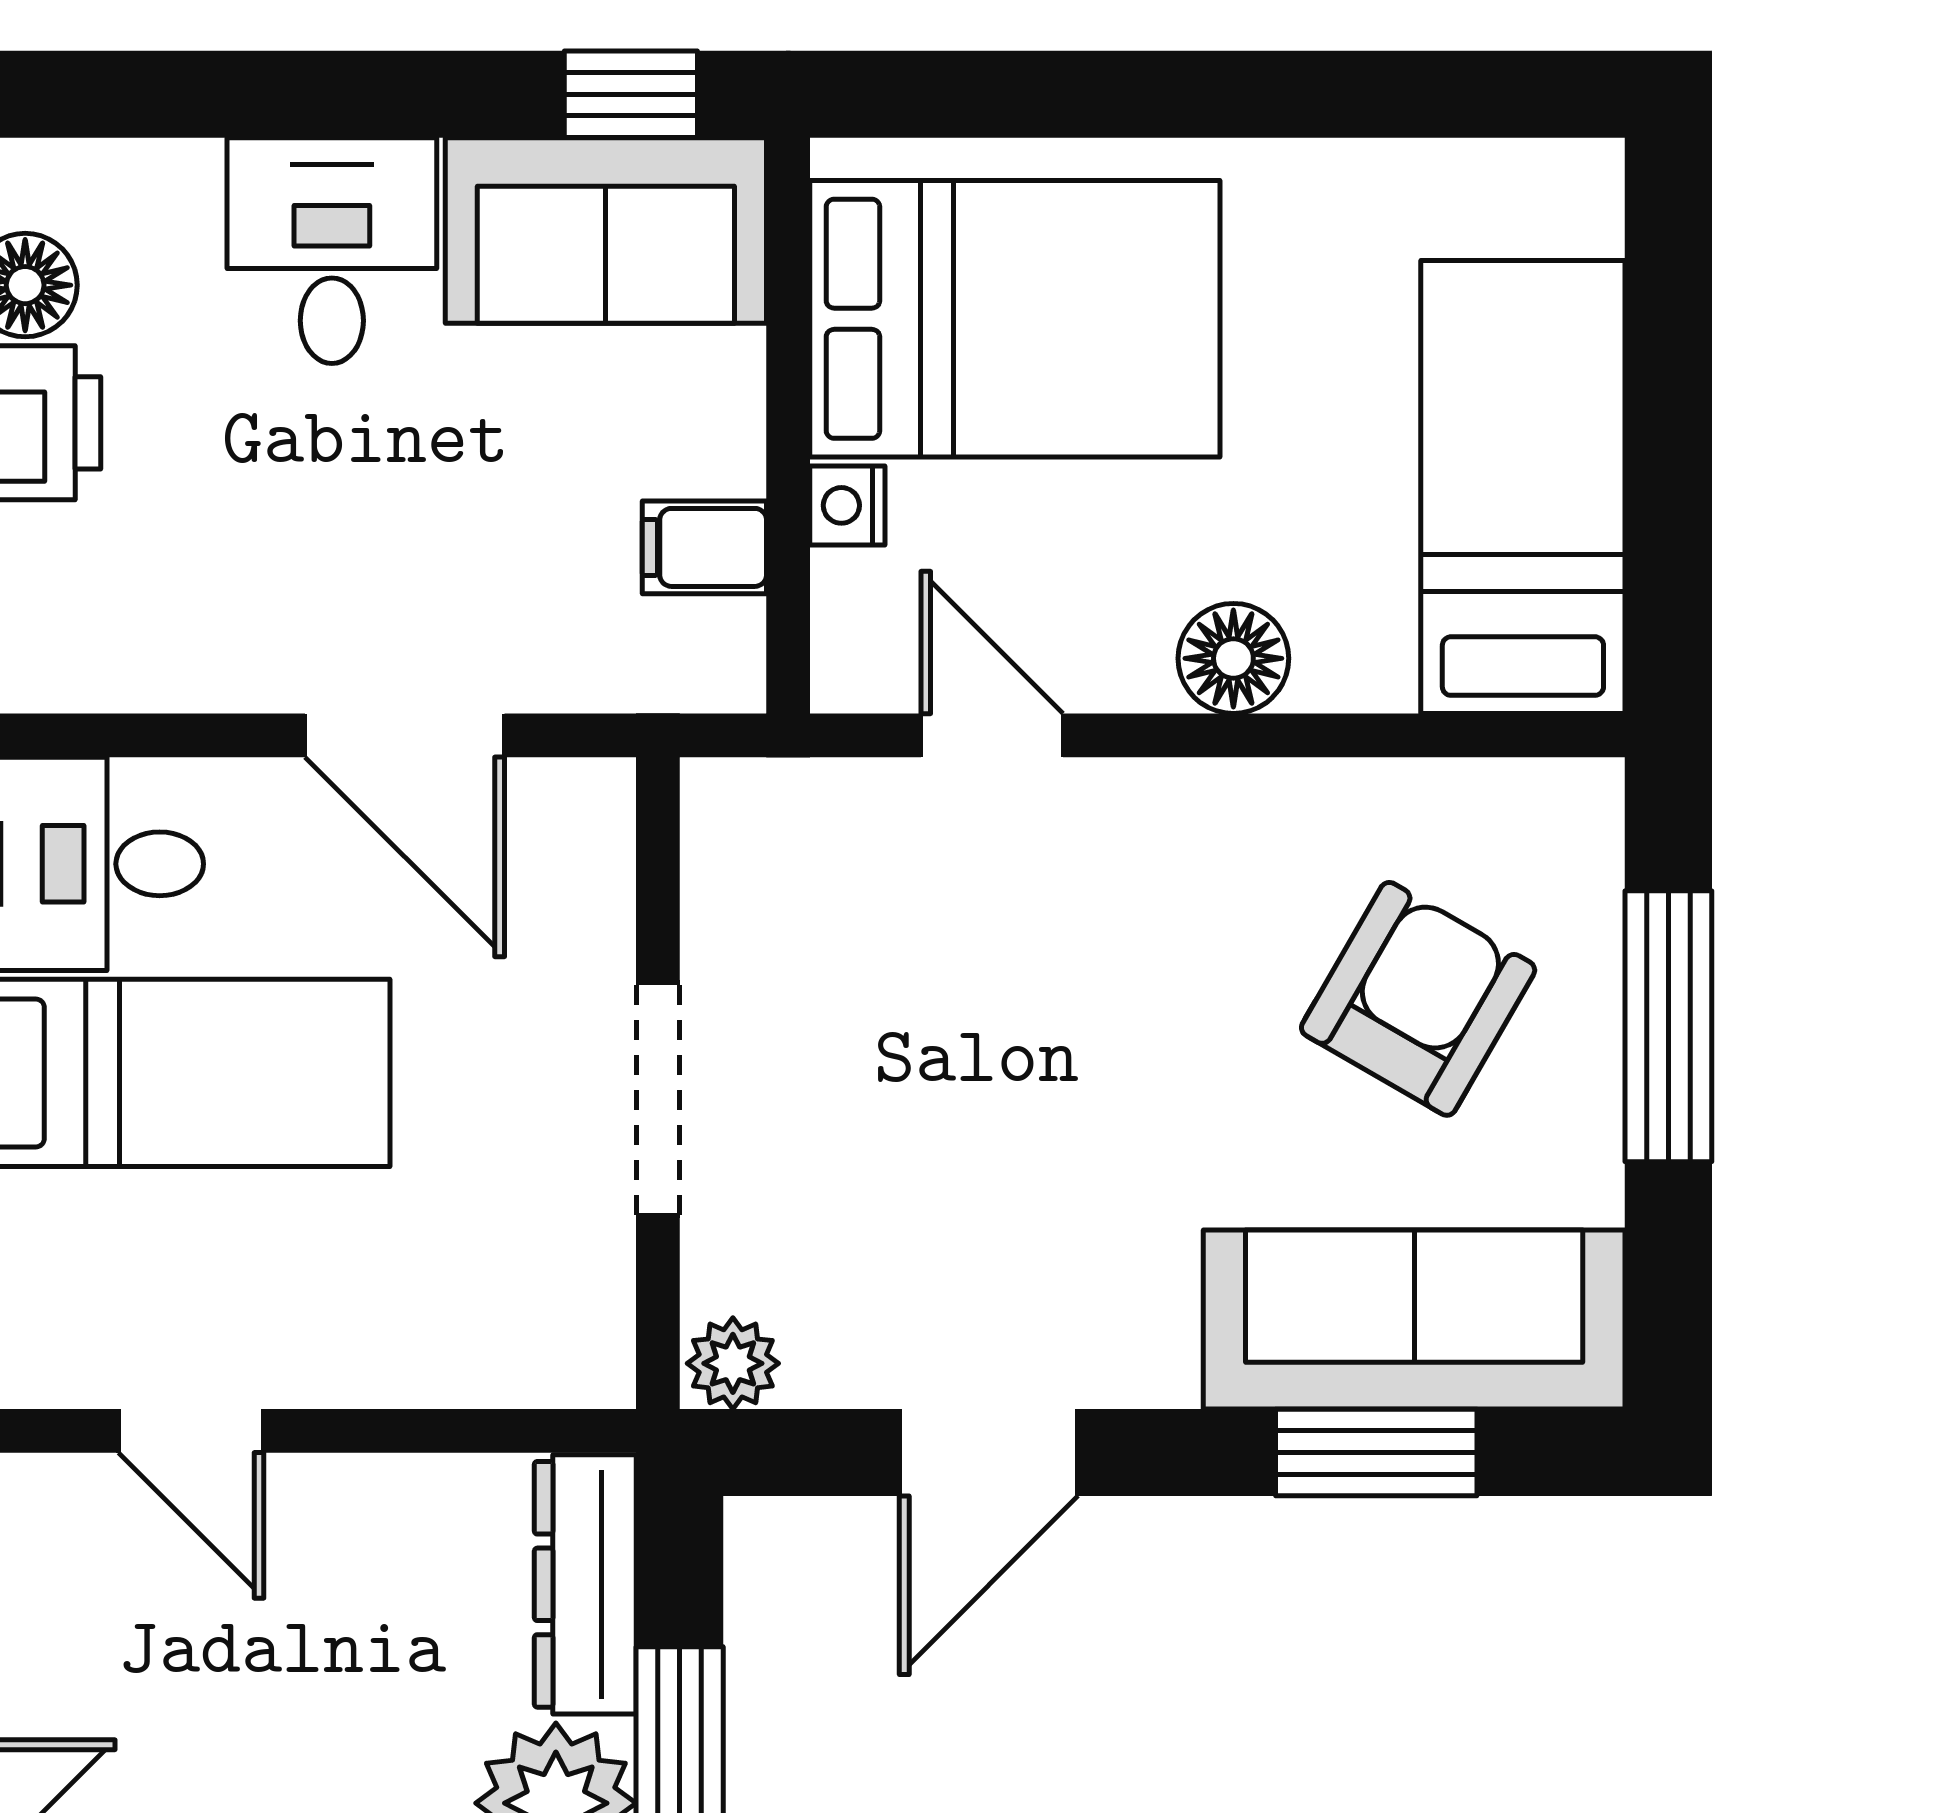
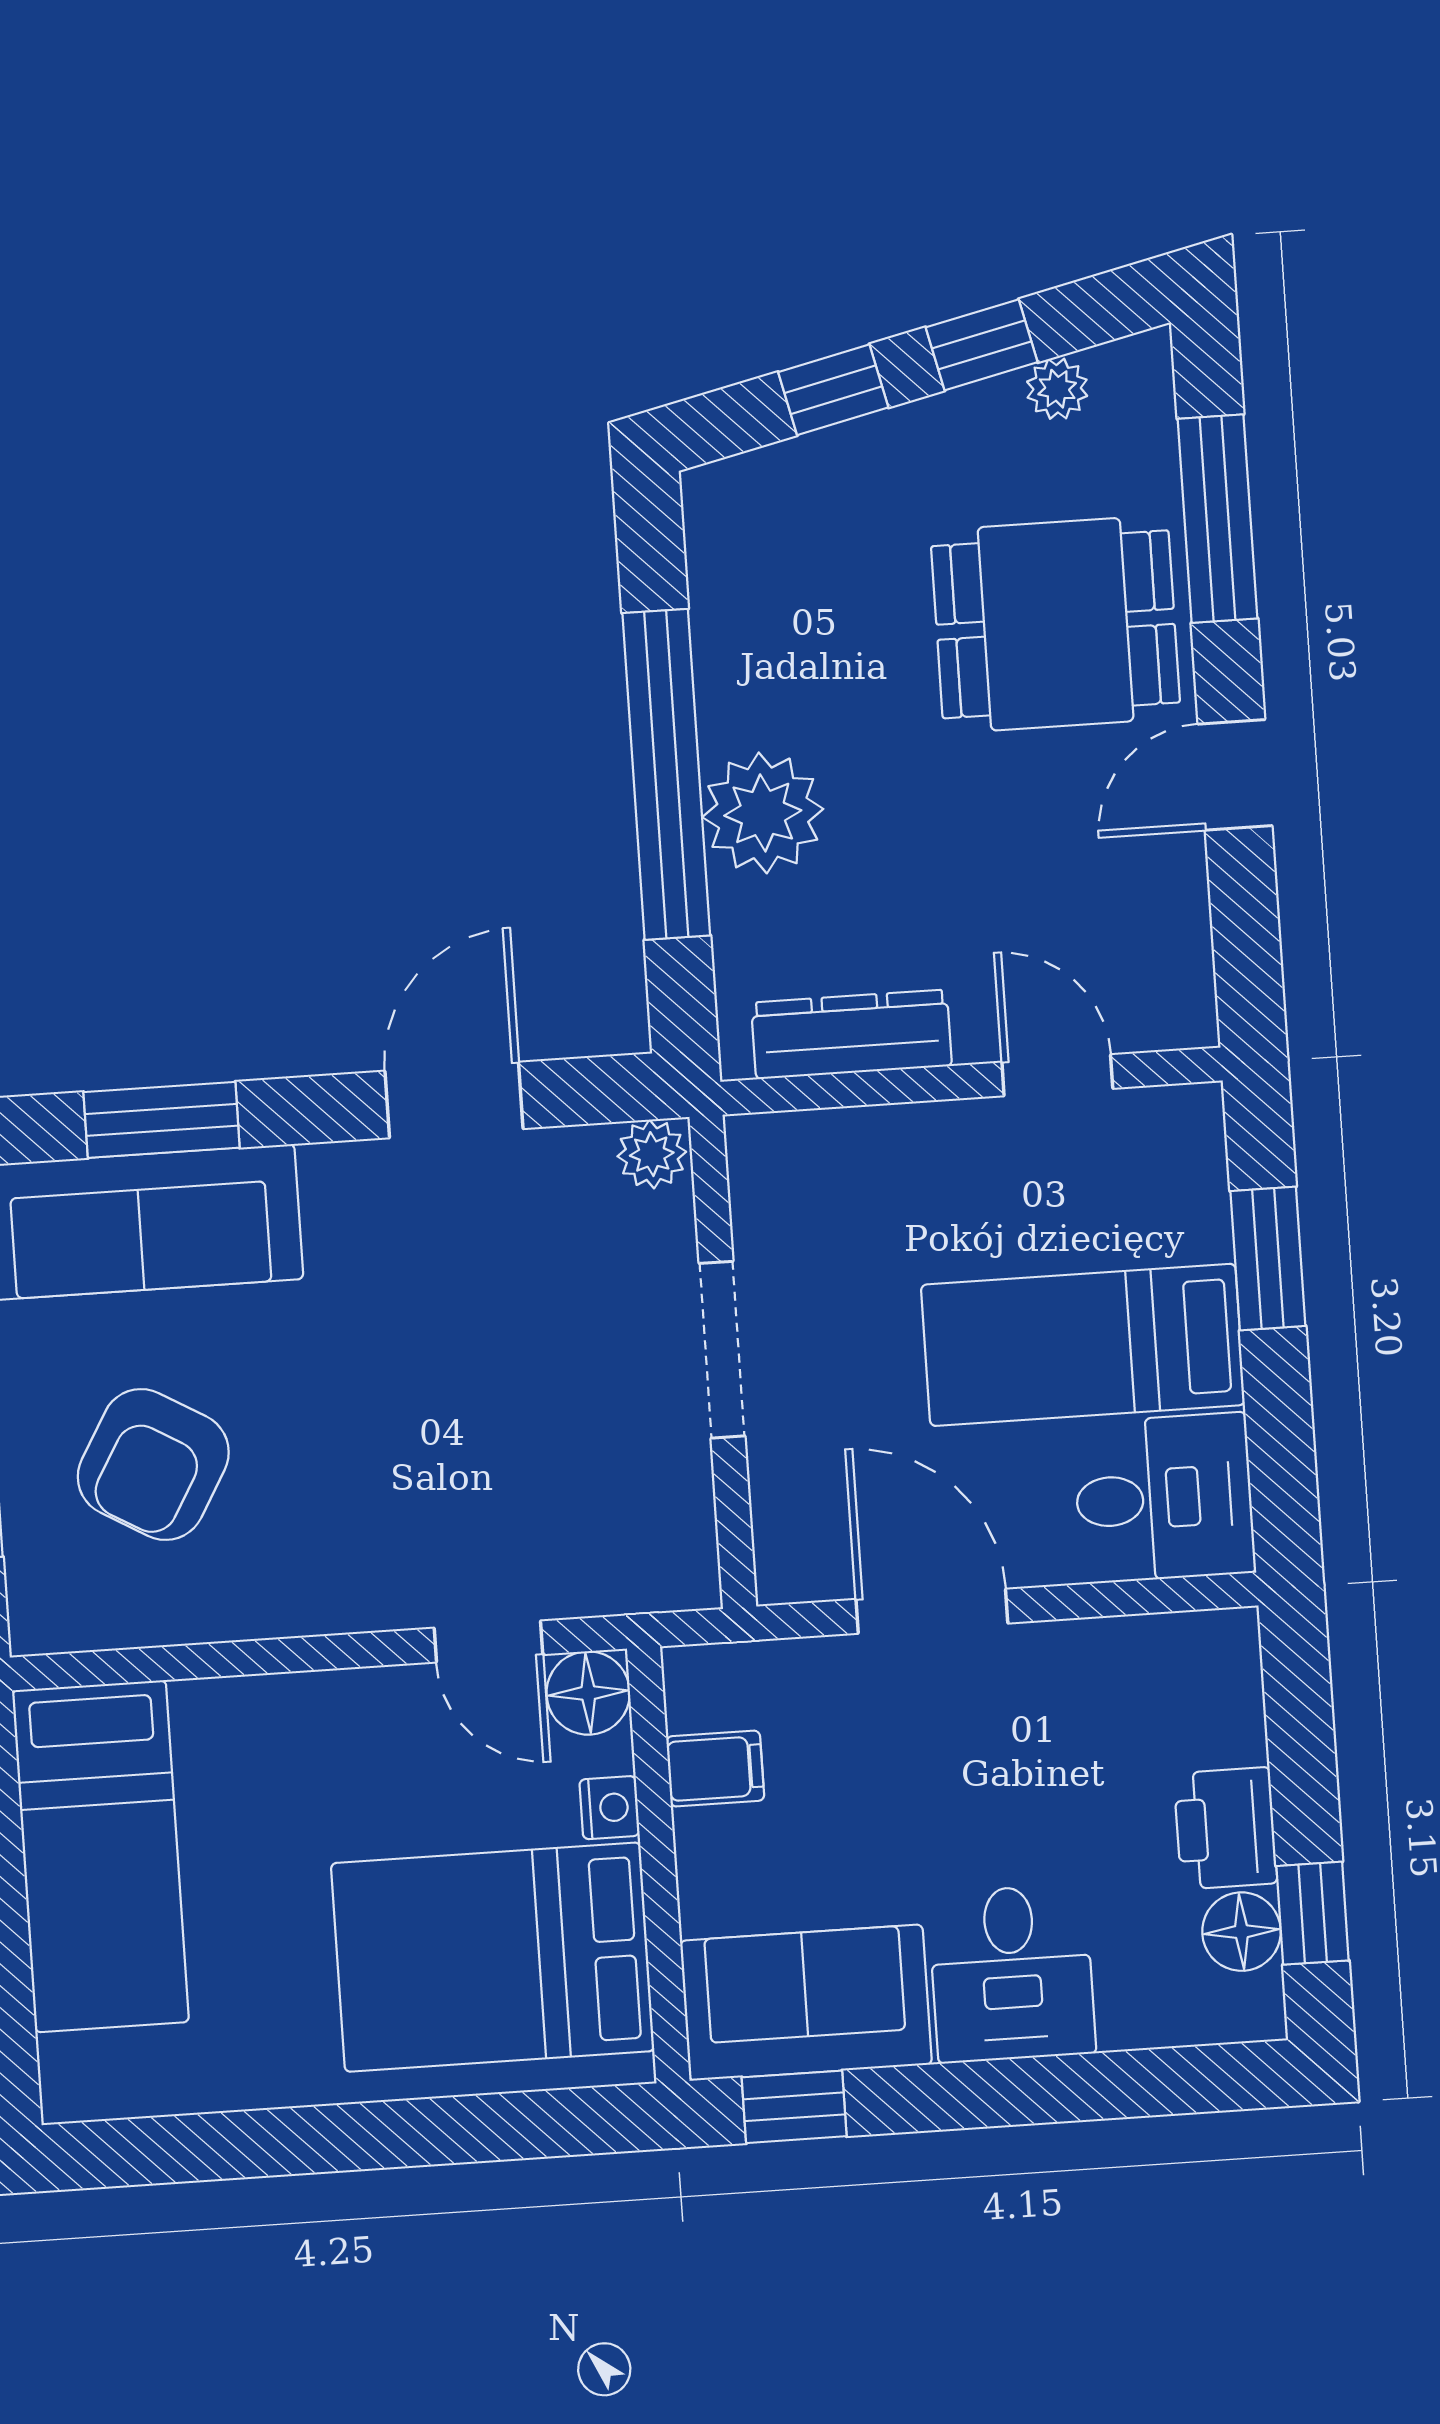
floor lamp: (1233, 658) -> (588, 1693), moved
dresser: (585, 1584) -> (851, 1034), moved, turned -90

